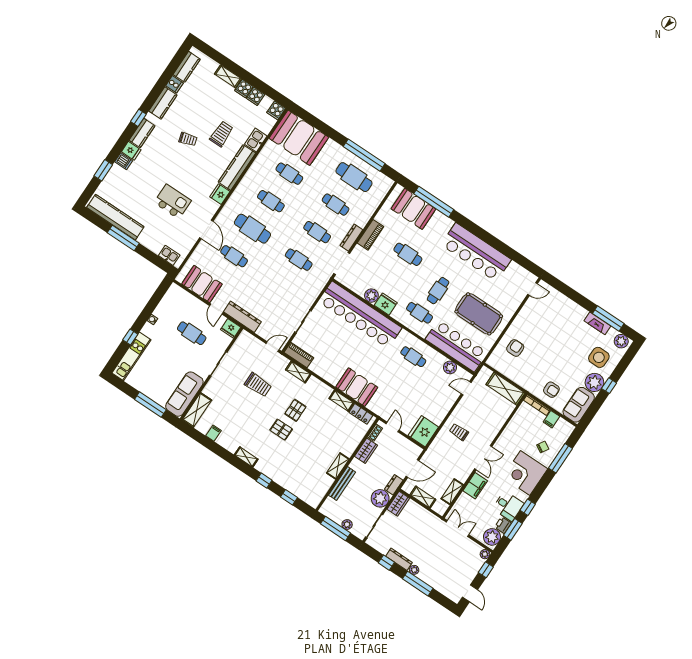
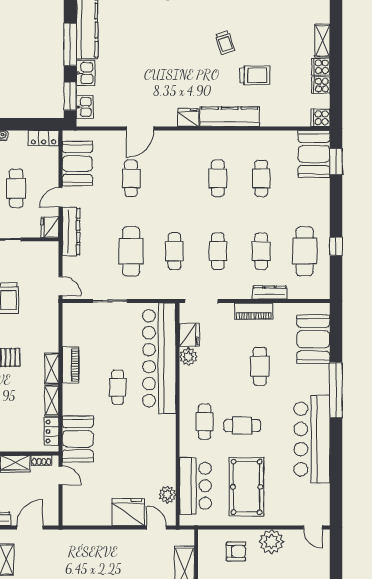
window: (310, 119) -> (336, 162), added
booth: (299, 138) -> (314, 154), width x0.73, depth x0.70
kitchen sink: (256, 140) -> (86, 73), moved, turned 90
window: (364, 155) -> (336, 246), width x0.32
kitchen island: (173, 202) -> (146, 71), removed
window: (434, 202) -> (336, 390), moved
cafe table: (252, 229) -> (131, 251), moved
dresser: (351, 238) -> (270, 292), moved
window: (156, 260) -> (70, 96), added
locker: (171, 295) -> (43, 138), added
fridge: (386, 304) -> (189, 335), moved
plant: (524, 321) -> (271, 542), added
bar counter: (456, 346) -> (195, 486), width x0.73
piano: (299, 355) -> (71, 365), moved
cafe table: (413, 357) -> (118, 387), moved
shelving: (298, 372) -> (52, 369), moved
booth: (357, 387) -> (78, 439), moved
door: (393, 427) -> (61, 475), hinge flipped
fridge: (423, 431) -> (128, 512), moved
trolley: (459, 432) -> (104, 552), removed
door: (412, 468) -> (30, 527), swing flipped

